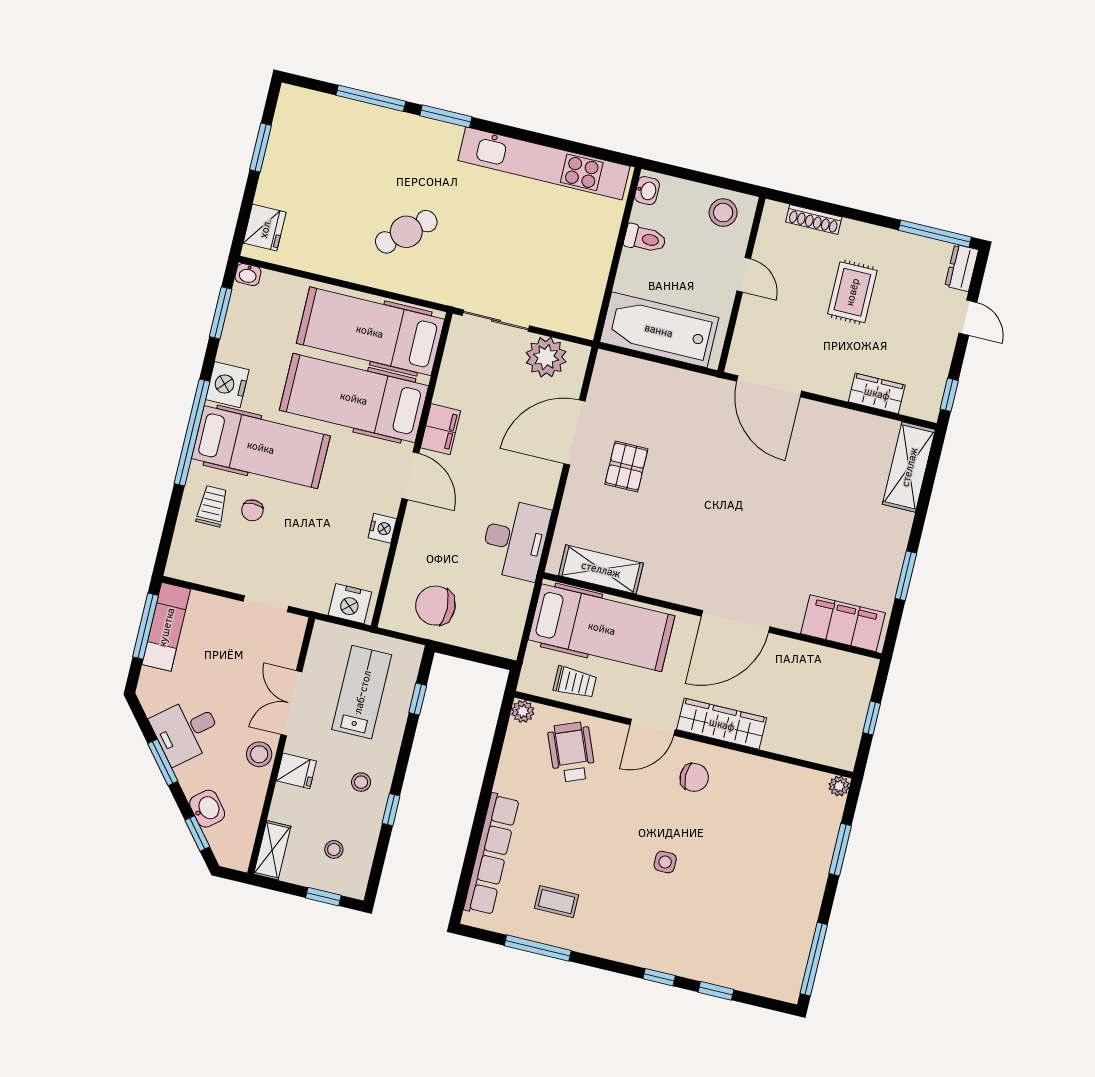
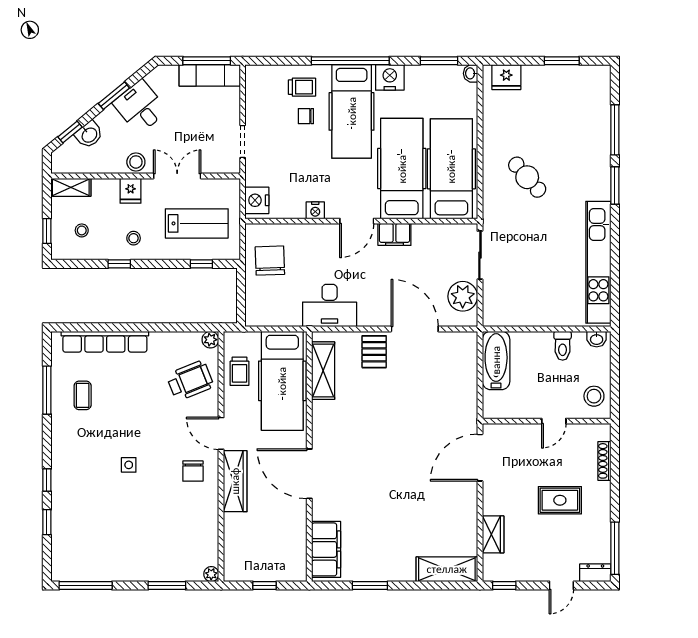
bathtub: (659, 330) -> (496, 360), width x0.73, depth x0.73
pallet: (626, 466) -> (374, 352), moved, turned 90

